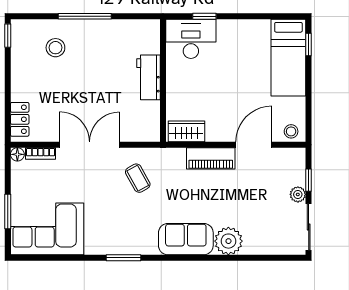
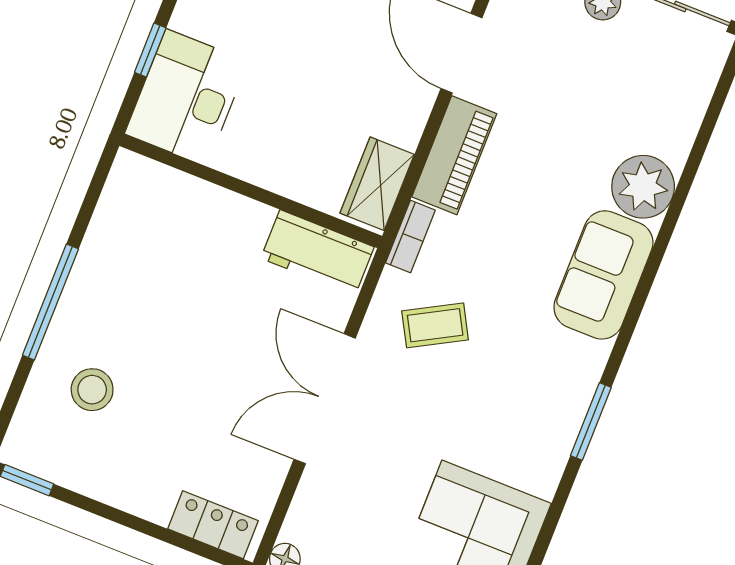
workbench: (148, 77) -> (317, 253), moved
bookcase: (41, 154) -> (410, 236), moved

